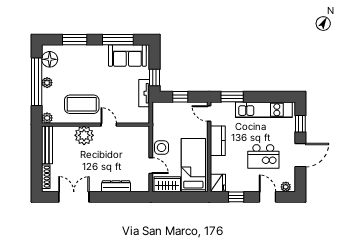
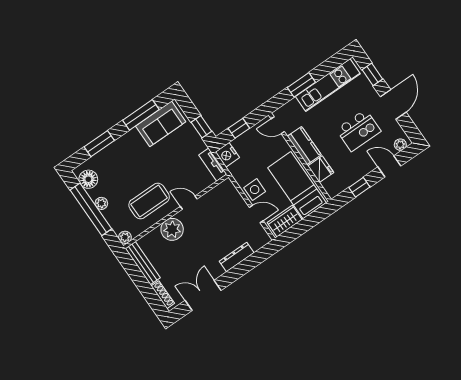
tv unit: (144, 93) -> (213, 165), moved
window: (232, 97) -> (301, 85), moved
nightstand: (159, 110) -> (227, 155), added
fridge: (218, 183) -> (321, 169), moved

